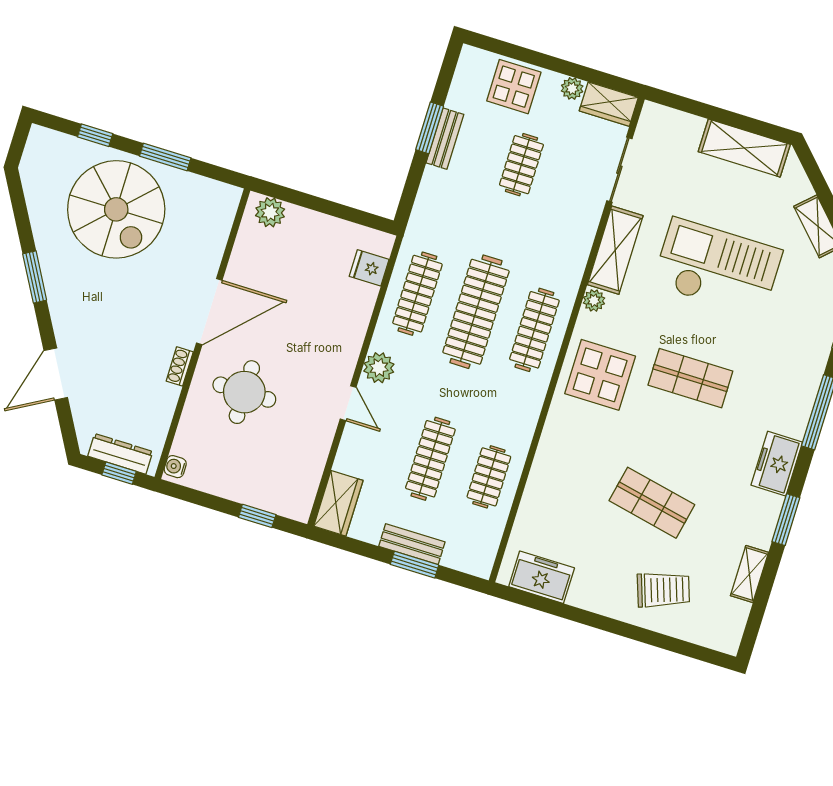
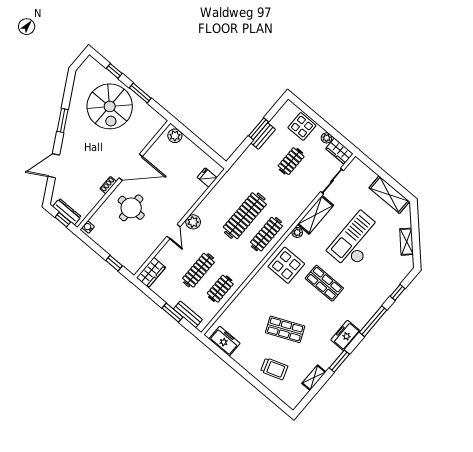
checkout: (717, 268) -> (356, 241), turned -90
clothes rail: (417, 294) -> (223, 197), removed
shop shelf: (652, 503) -> (285, 329), turned -36
bench: (412, 544) -> (188, 314), moved

